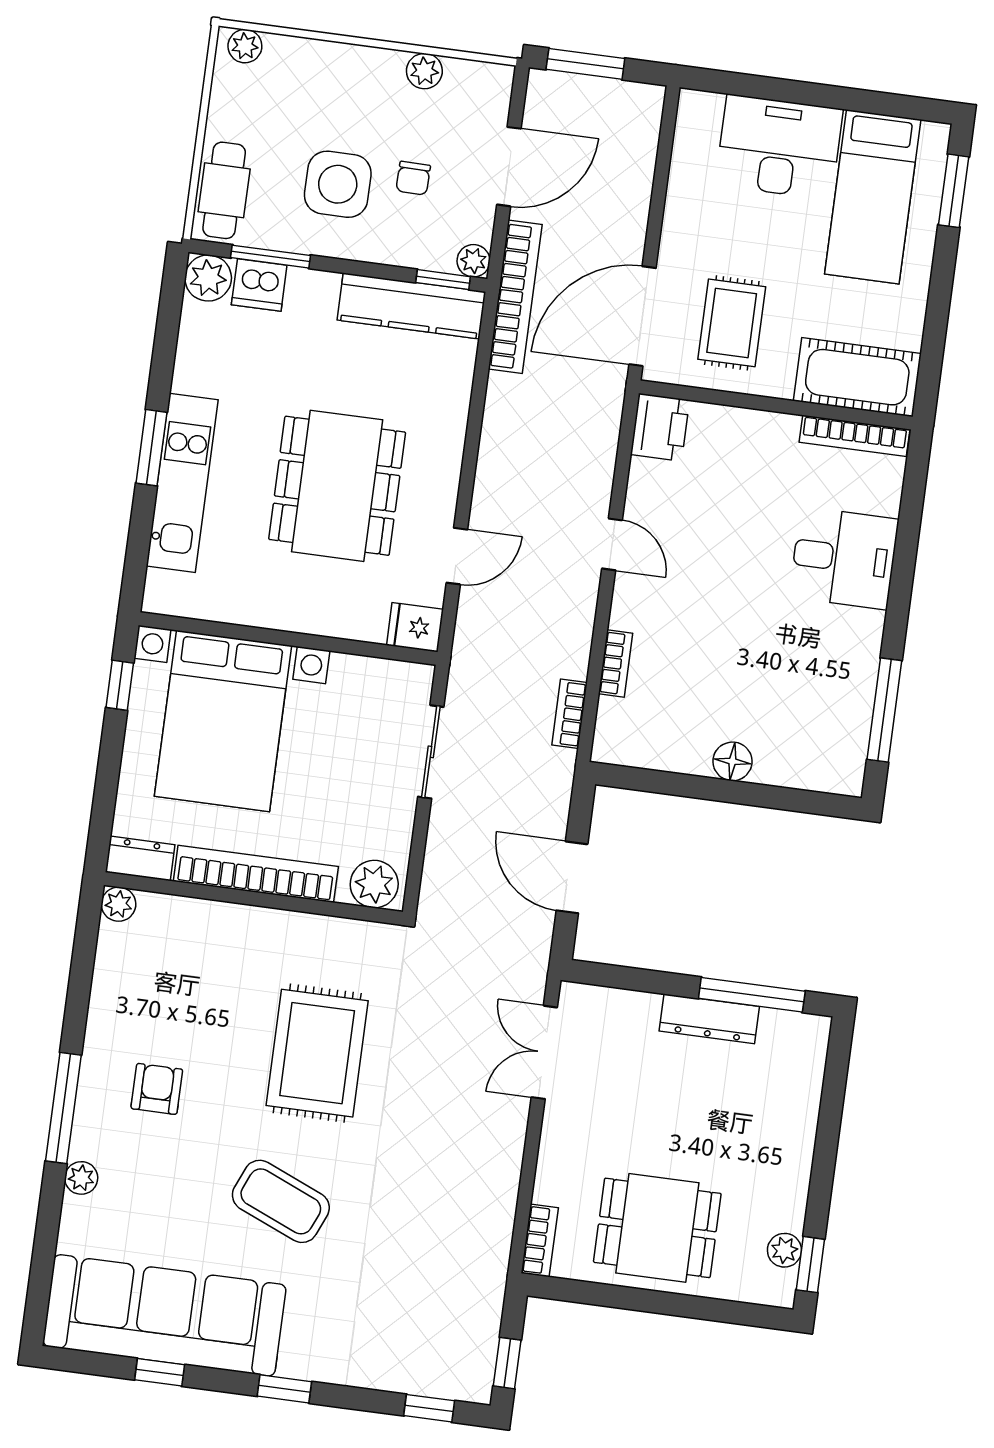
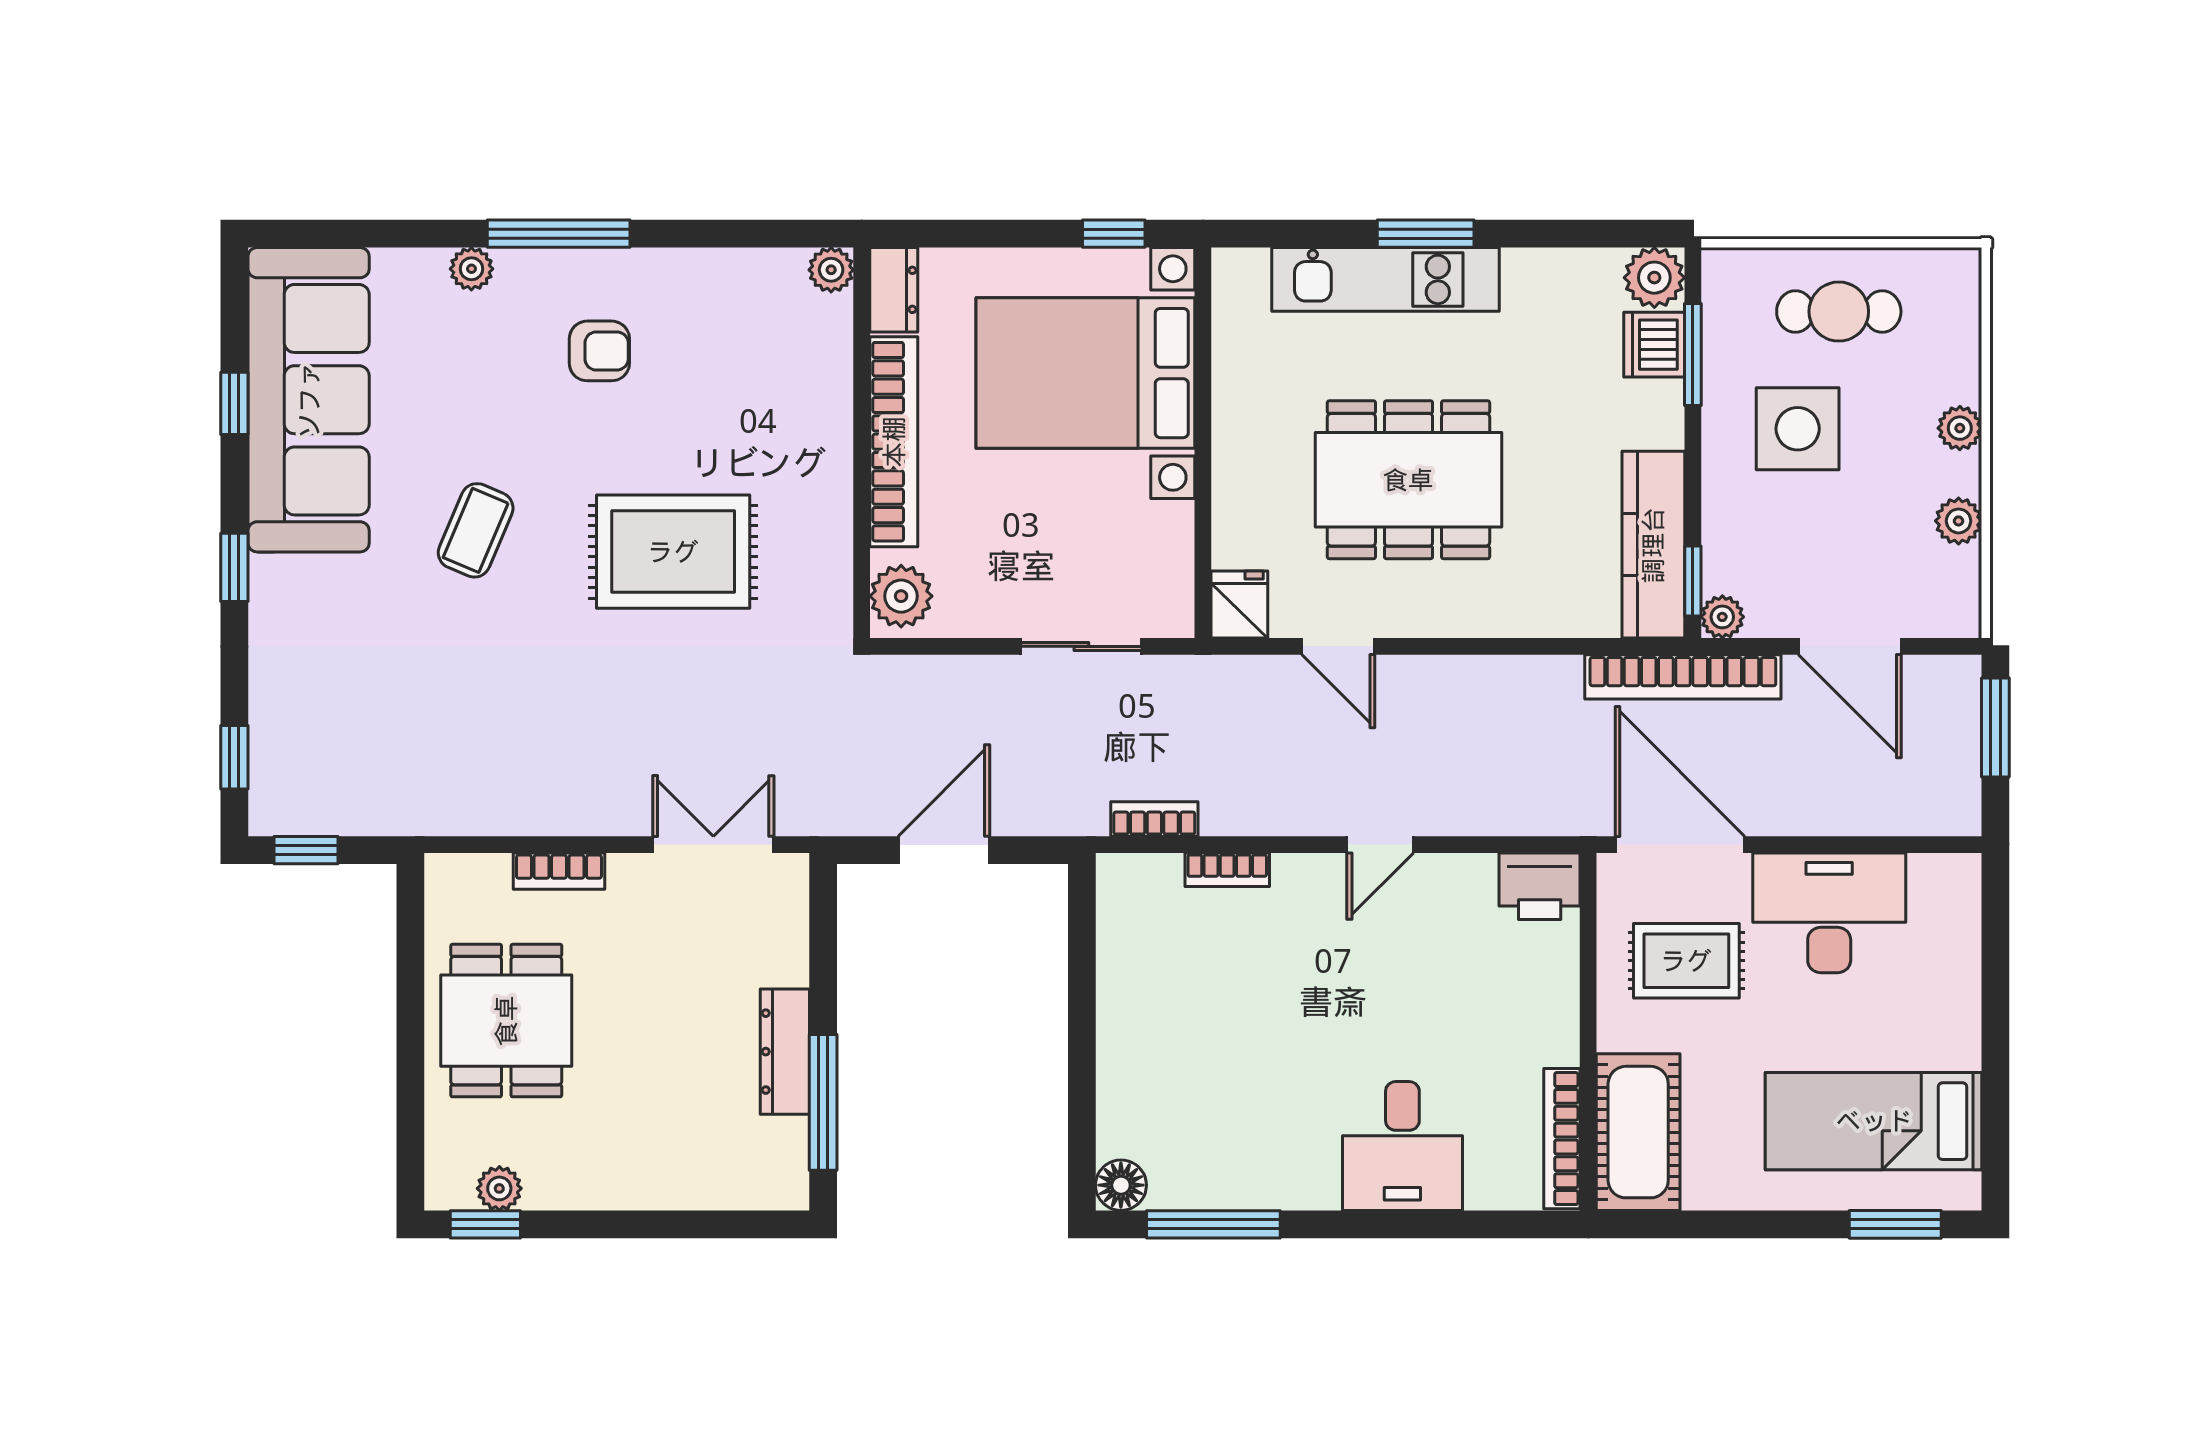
plant: (245, 46) -> (1960, 428), moved
desk: (779, 147) -> (1829, 913), moved, turned -90
chair: (413, 178) -> (1818, 525), removed
cafe table: (224, 190) -> (1839, 312), moved
floor lamp: (732, 761) -> (1121, 1185), moved
coffee table: (281, 1201) -> (476, 530), width x0.73, depth x0.77
bookcase: (540, 1240) -> (559, 871), moved

